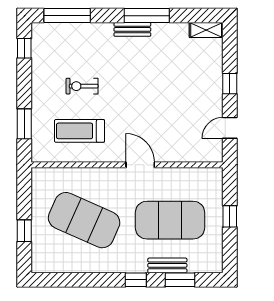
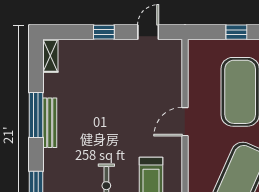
bench: (132, 29) -> (50, 123), width x1.36
door: (230, 128) -> (148, 32), swing flipped

